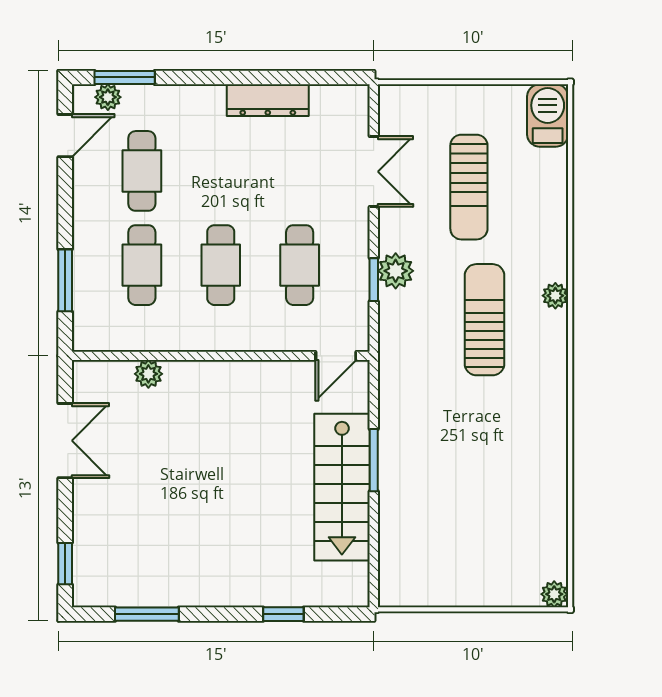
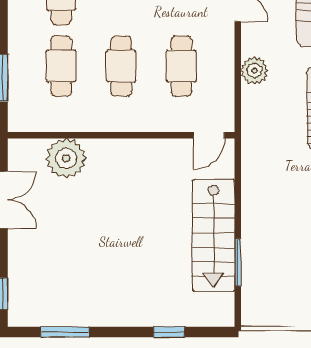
window: (374, 280) -> (238, 77), removed
plant: (148, 374) -> (66, 158), width x1.87, depth x1.87
window: (374, 460) -> (238, 263), moved

